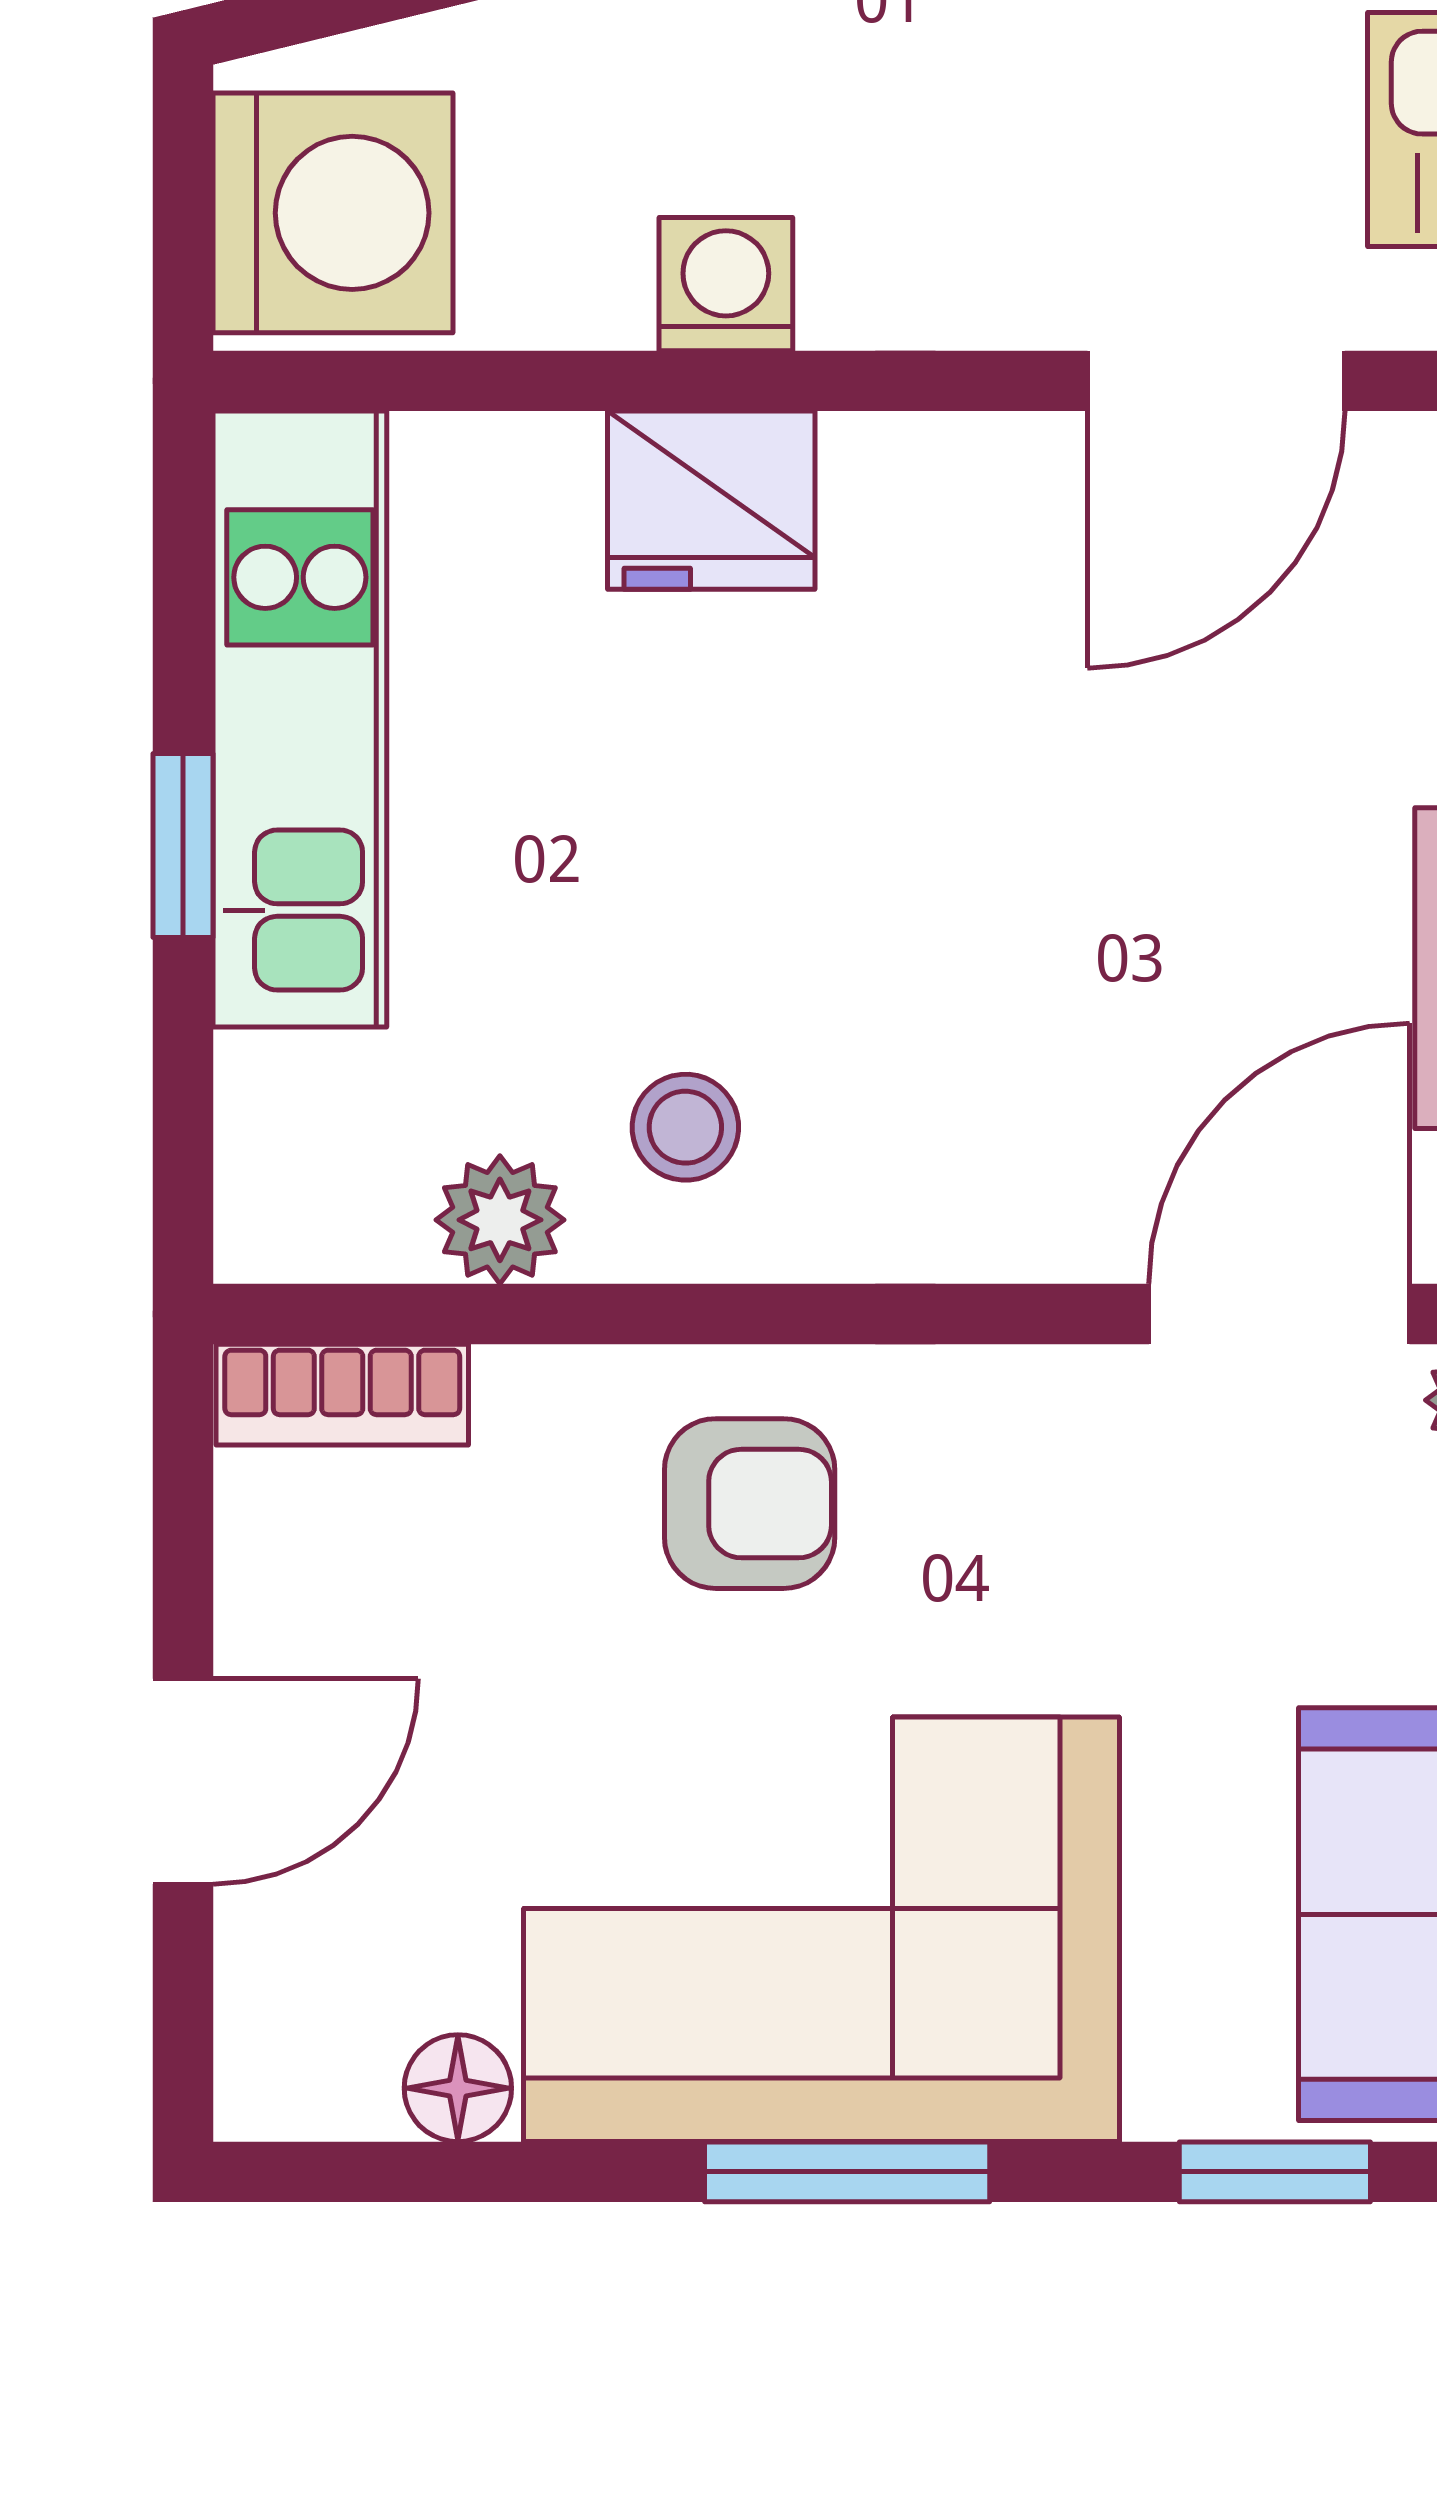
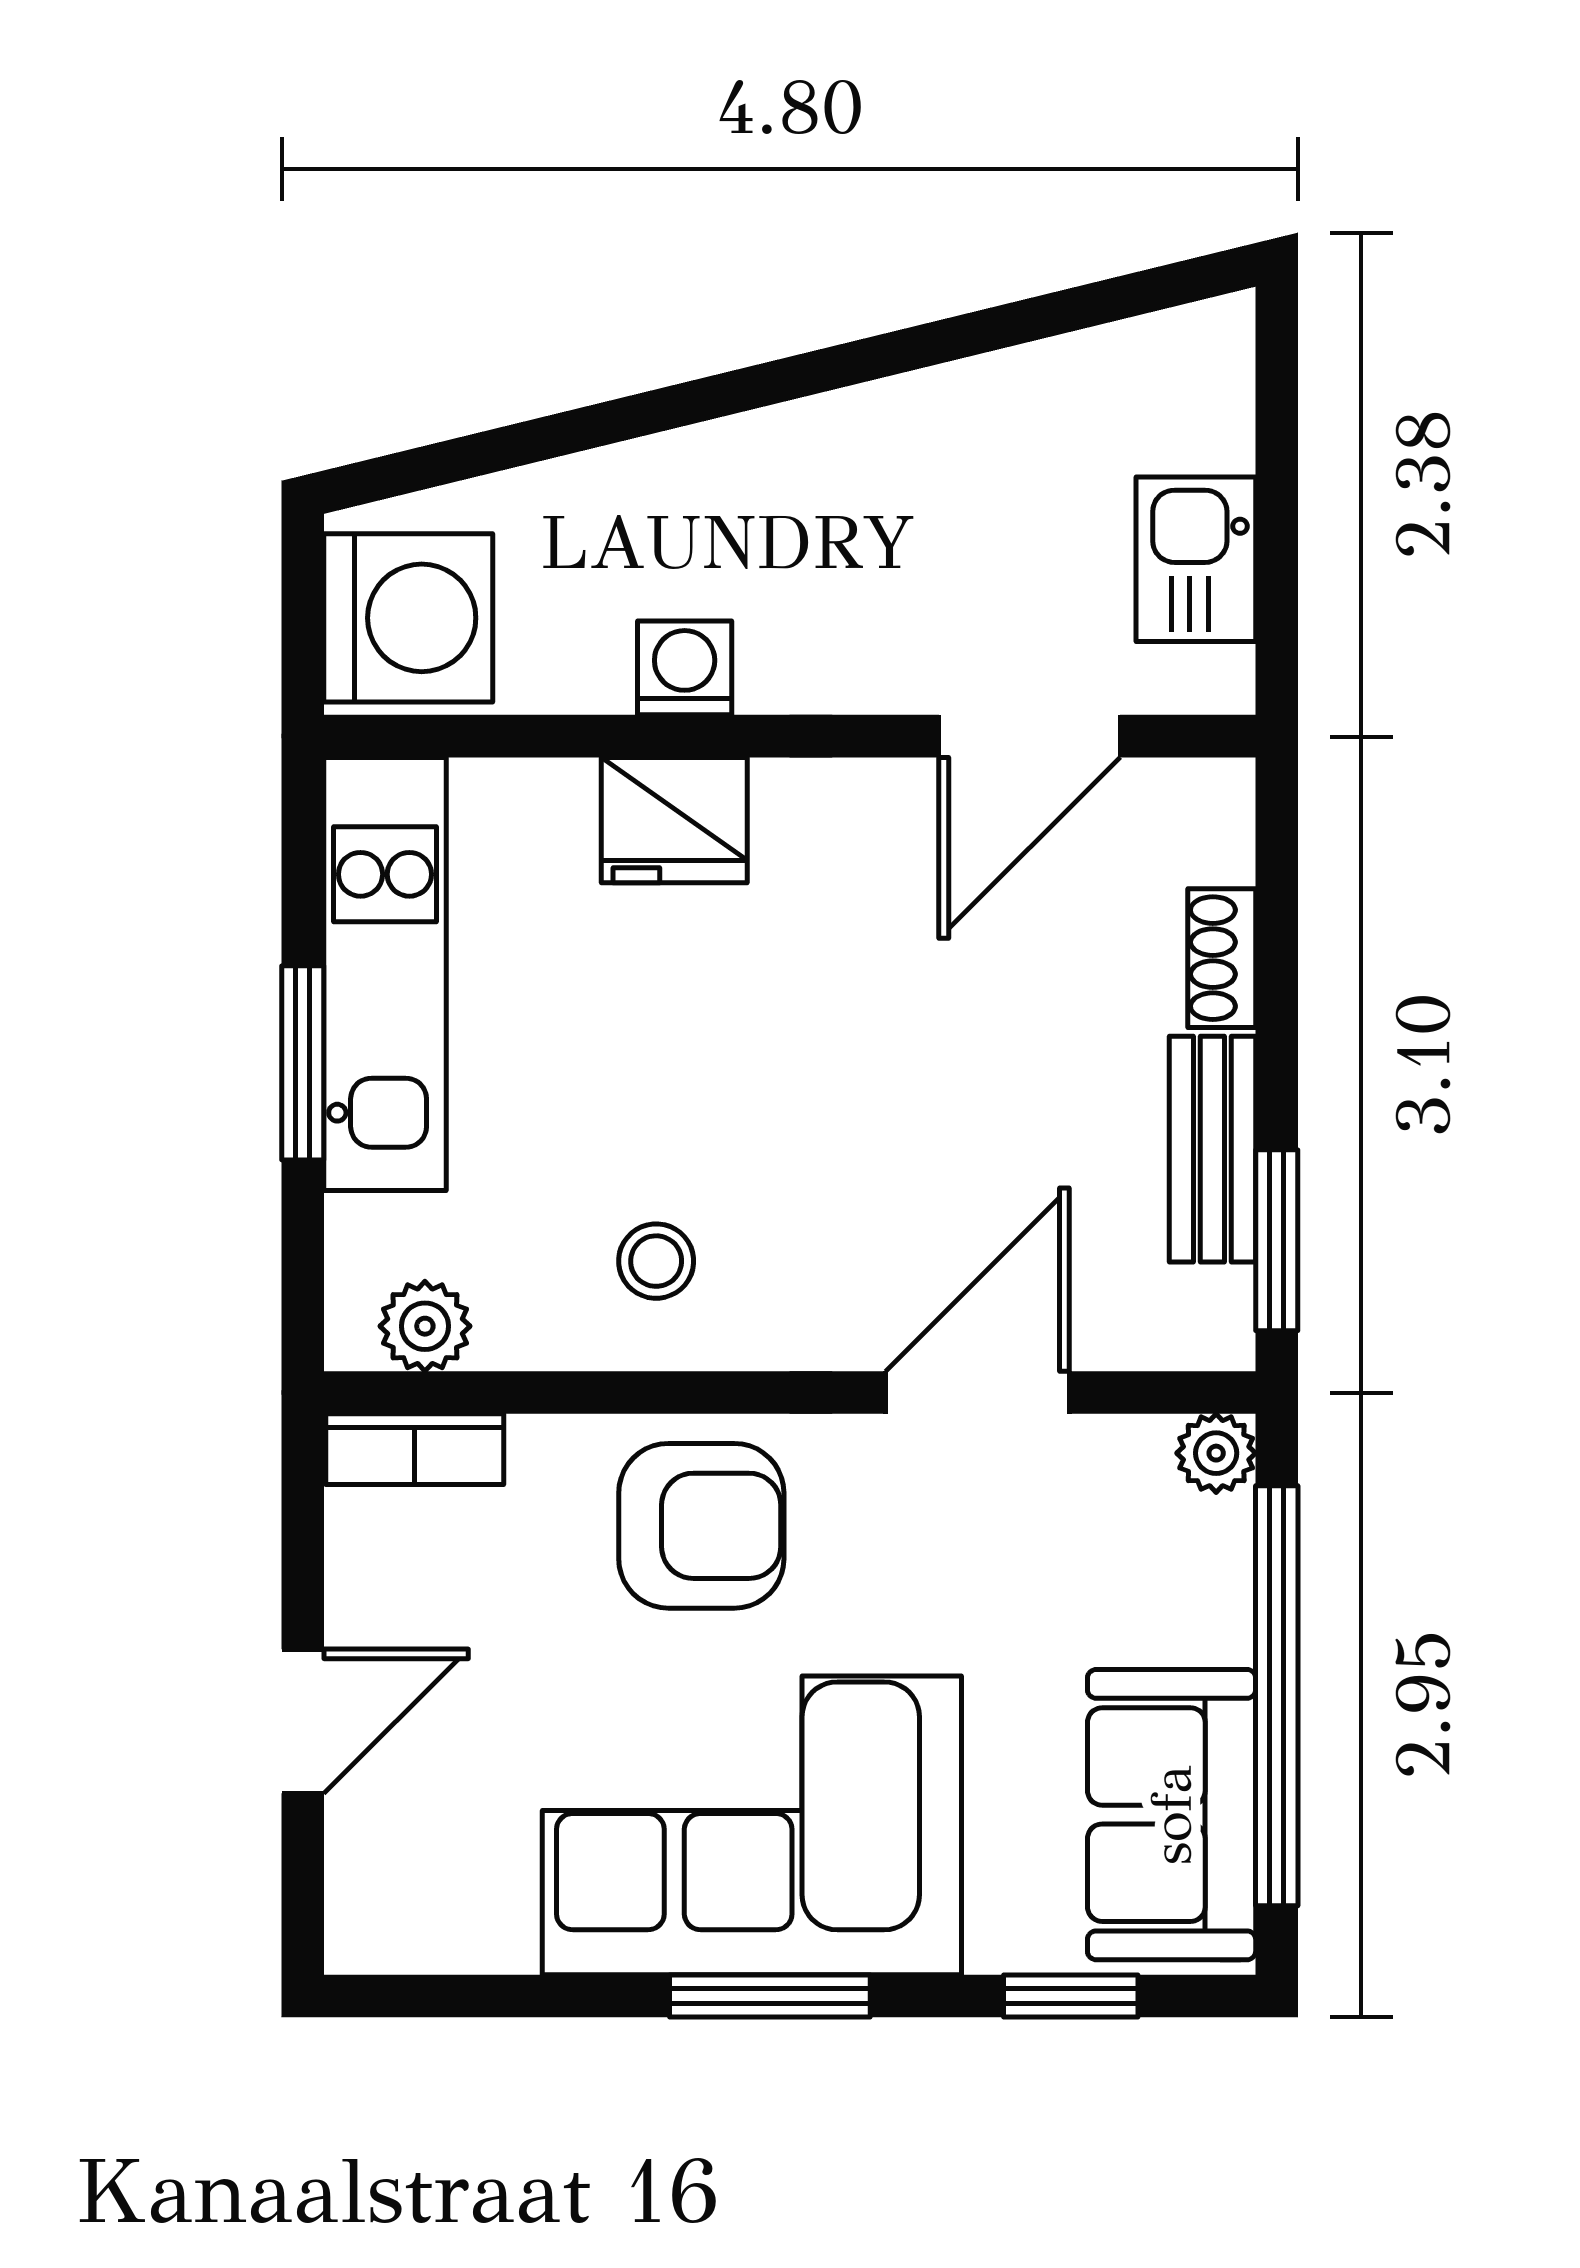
window: (183, 845) -> (303, 1063), width x1.50
plant: (500, 1220) -> (425, 1326), moved
door: (1279, 1314) -> (977, 1392), moved
armchair: (750, 1504) -> (701, 1526), width x1.38, depth x1.38
floor lamp: (458, 2088) -> (496, 1937), removed

